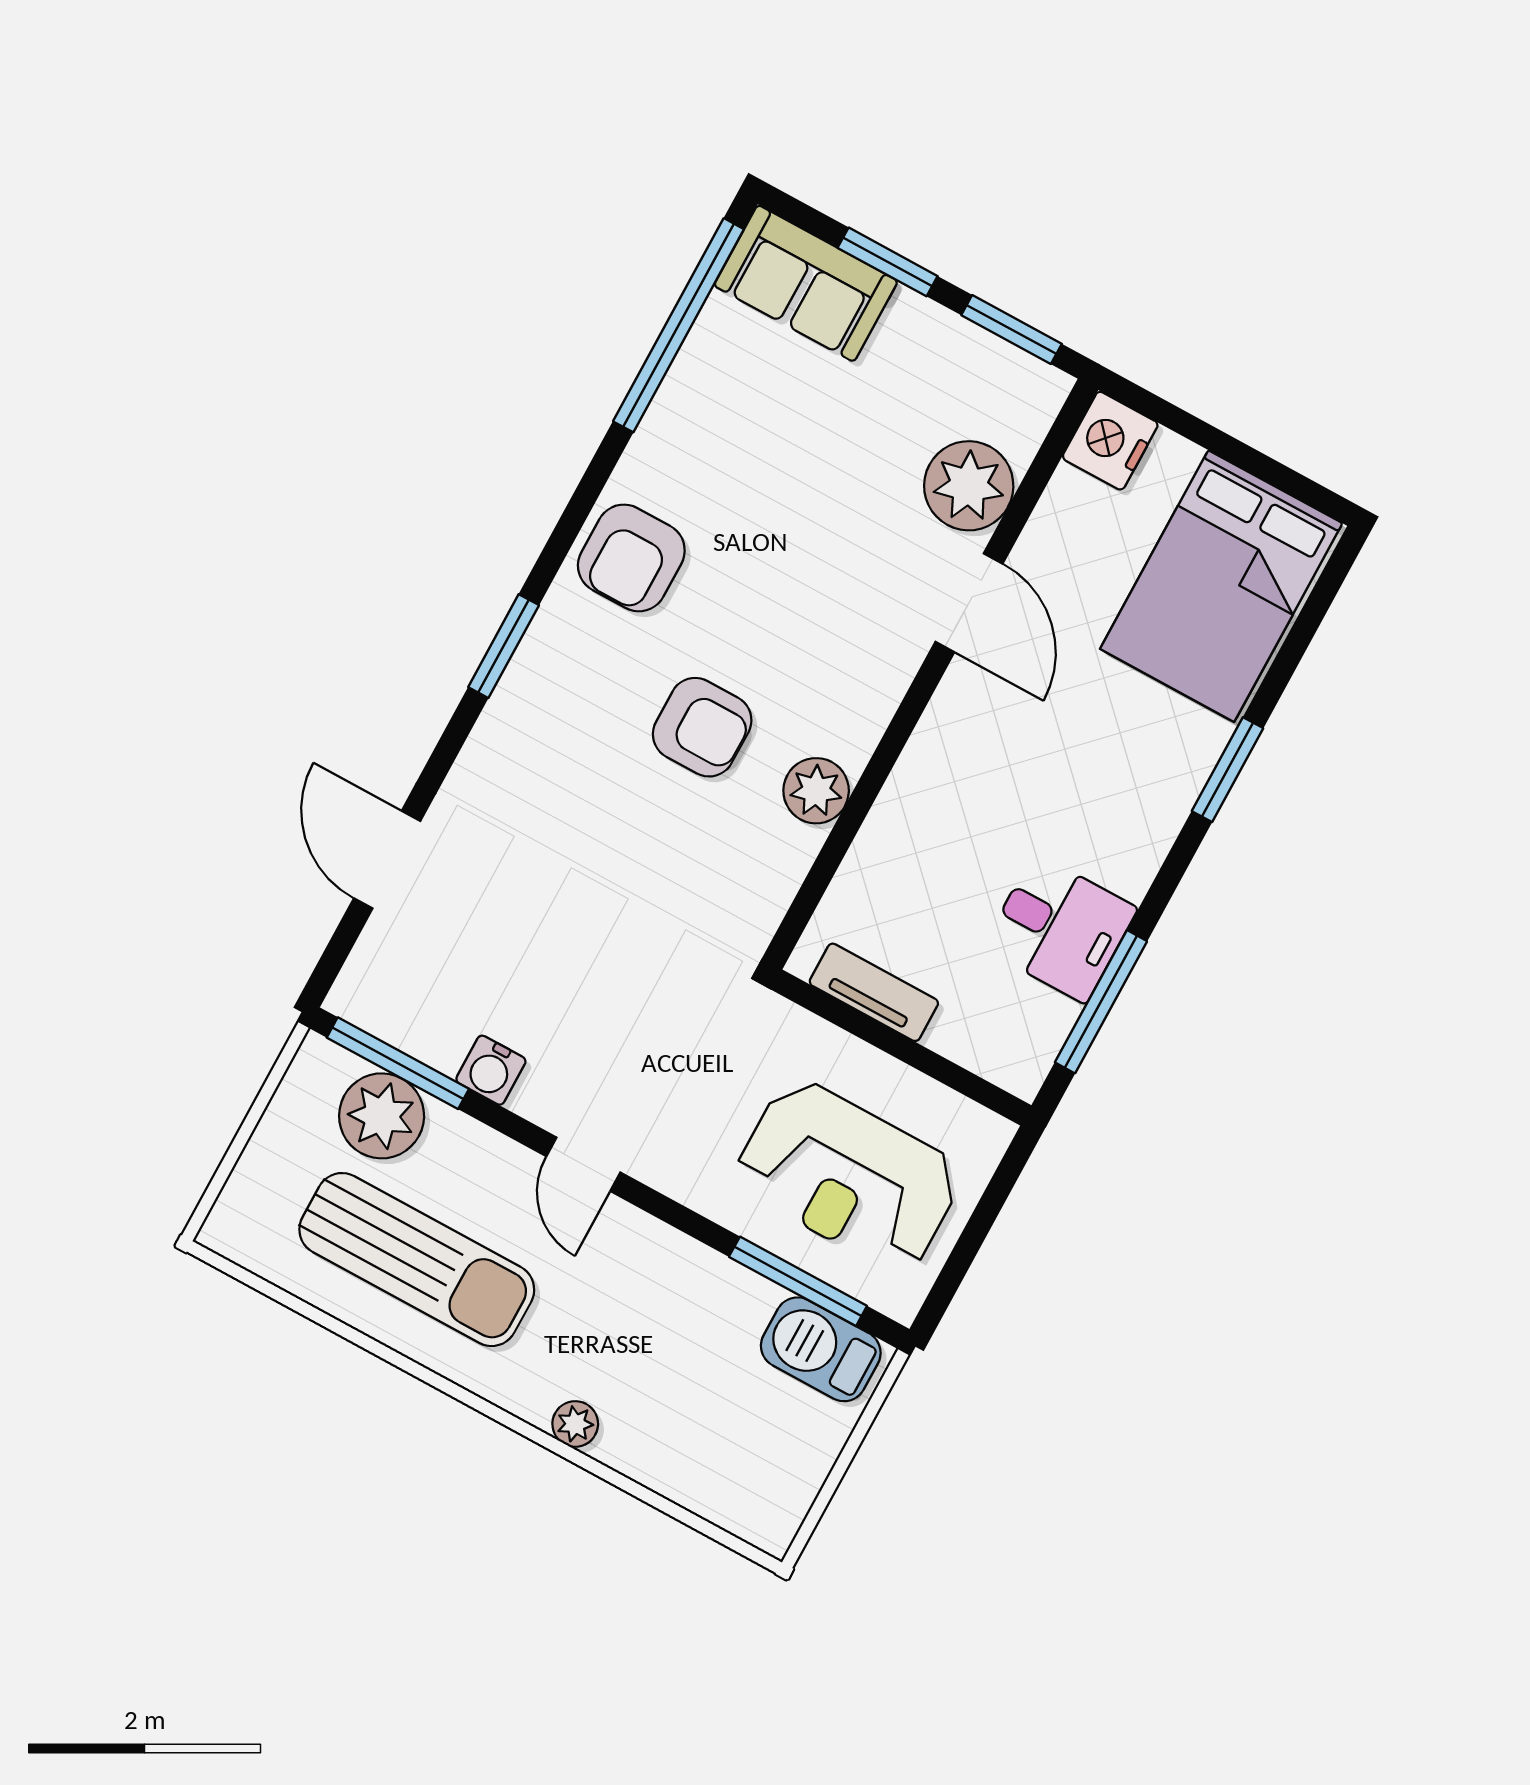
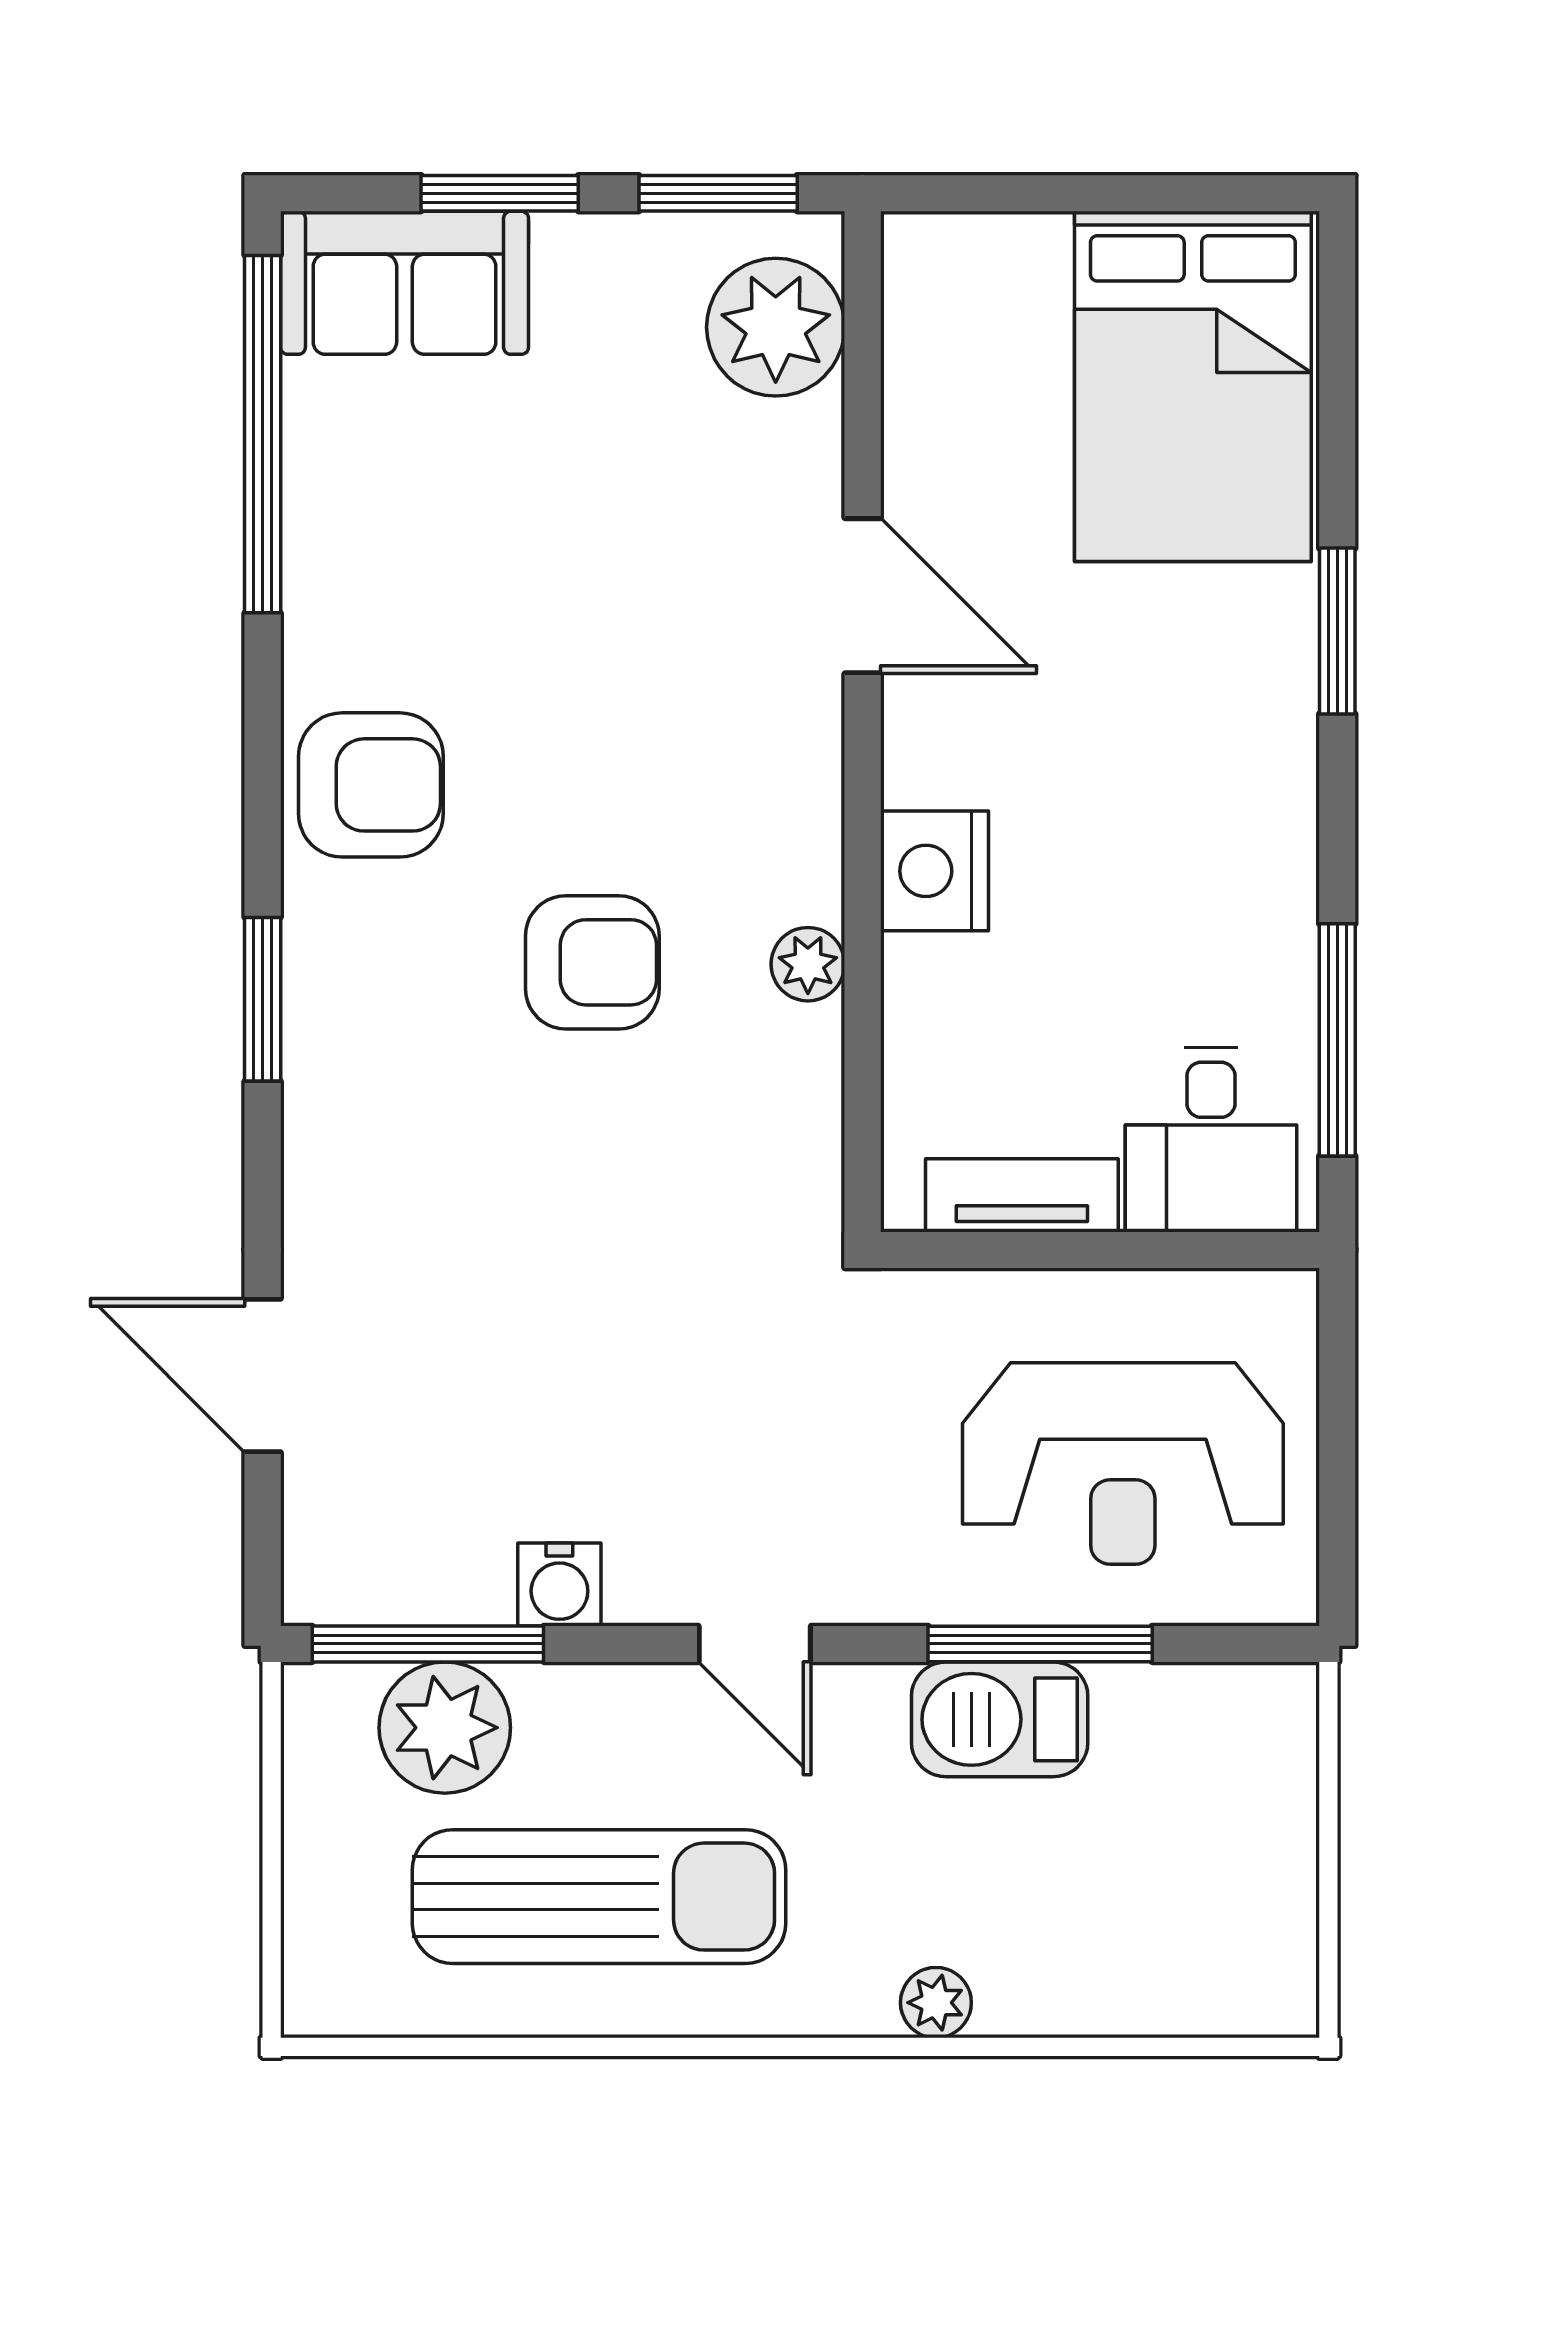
nightstand: (1110, 441) -> (934, 871), moved
plant: (969, 486) -> (776, 327), moved
armchair: (631, 558) -> (371, 785), turned -90
plant: (816, 791) -> (808, 964), width x0.73, depth x0.73
desk: (1060, 928) -> (1211, 1140), moved, turned 90
window: (798, 1281) -> (1040, 1644), moved
barbecue: (821, 1349) -> (1000, 1719), moved

